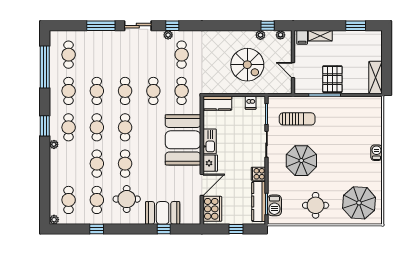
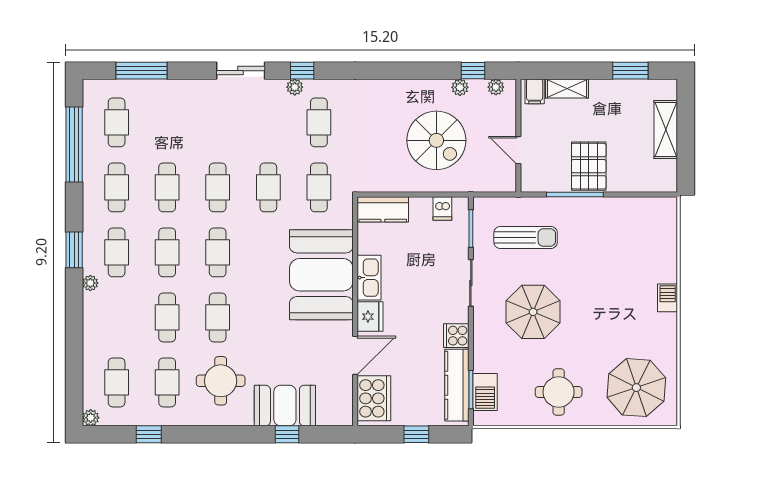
window: (101, 26) -> (142, 71), moved
shelving: (375, 77) -> (666, 130), moved
window: (97, 229) -> (149, 434), moved

